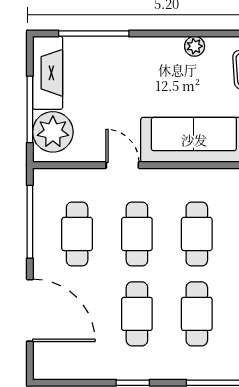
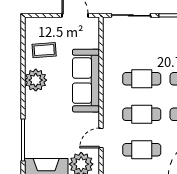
plant: (195, 46) -> (36, 80), width x1.87, depth x1.87
door: (122, 165) -> (101, 138), moved

